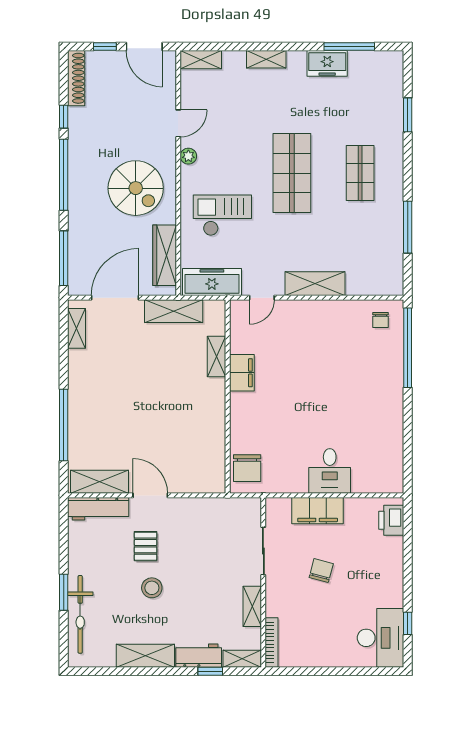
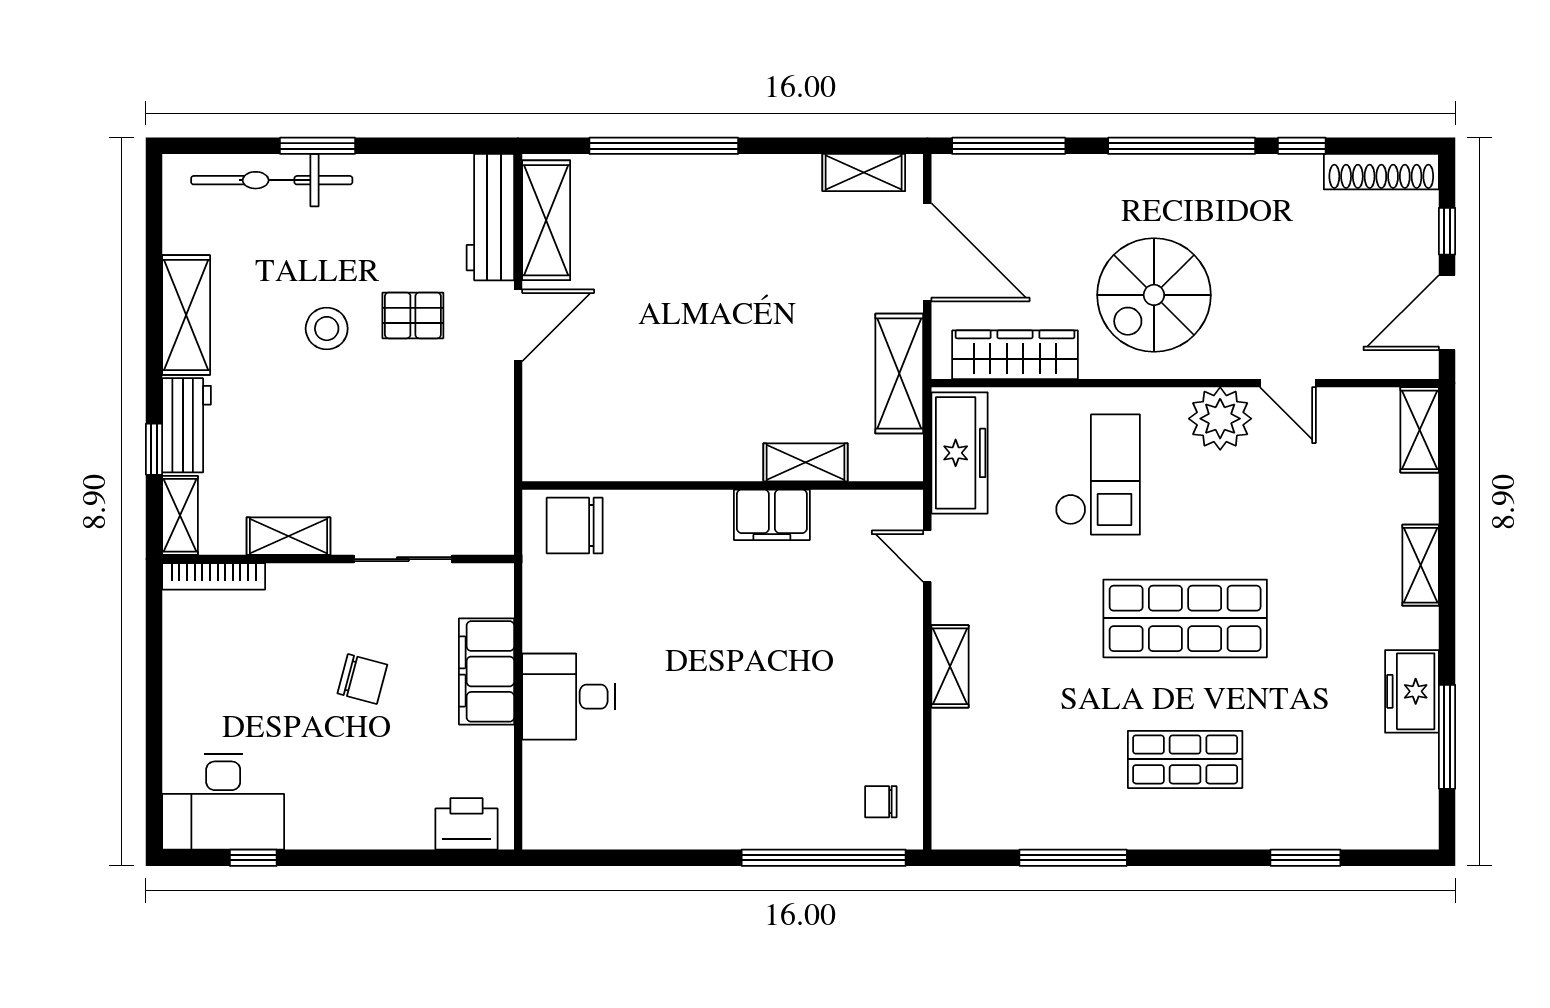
plant: (188, 156) -> (1220, 419), width x1.87, depth x1.87
shelving: (315, 284) -> (950, 666), width x0.67, depth x0.75

